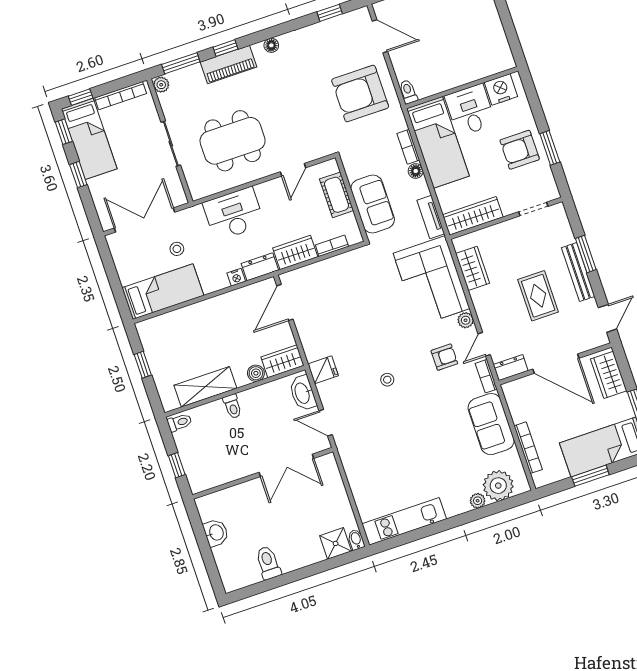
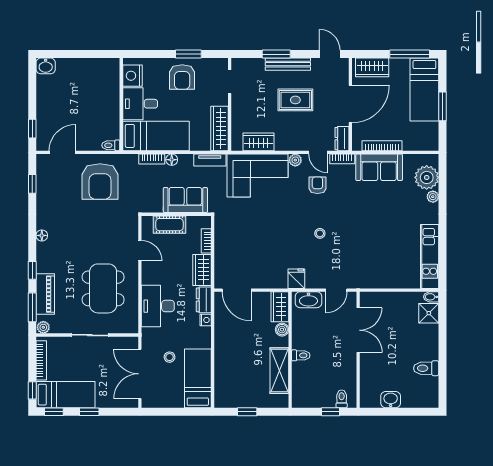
piano: (229, 64) -> (45, 294), moved
toilet: (180, 422) -> (342, 399), moved
bookcase: (528, 448) -> (382, 146), moved

